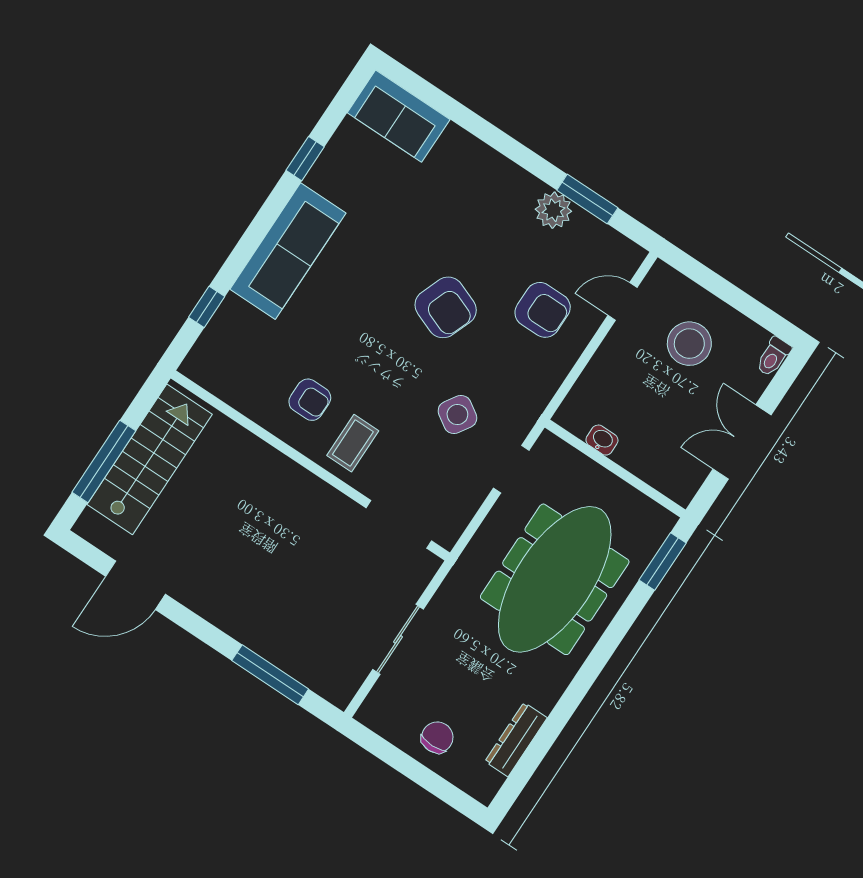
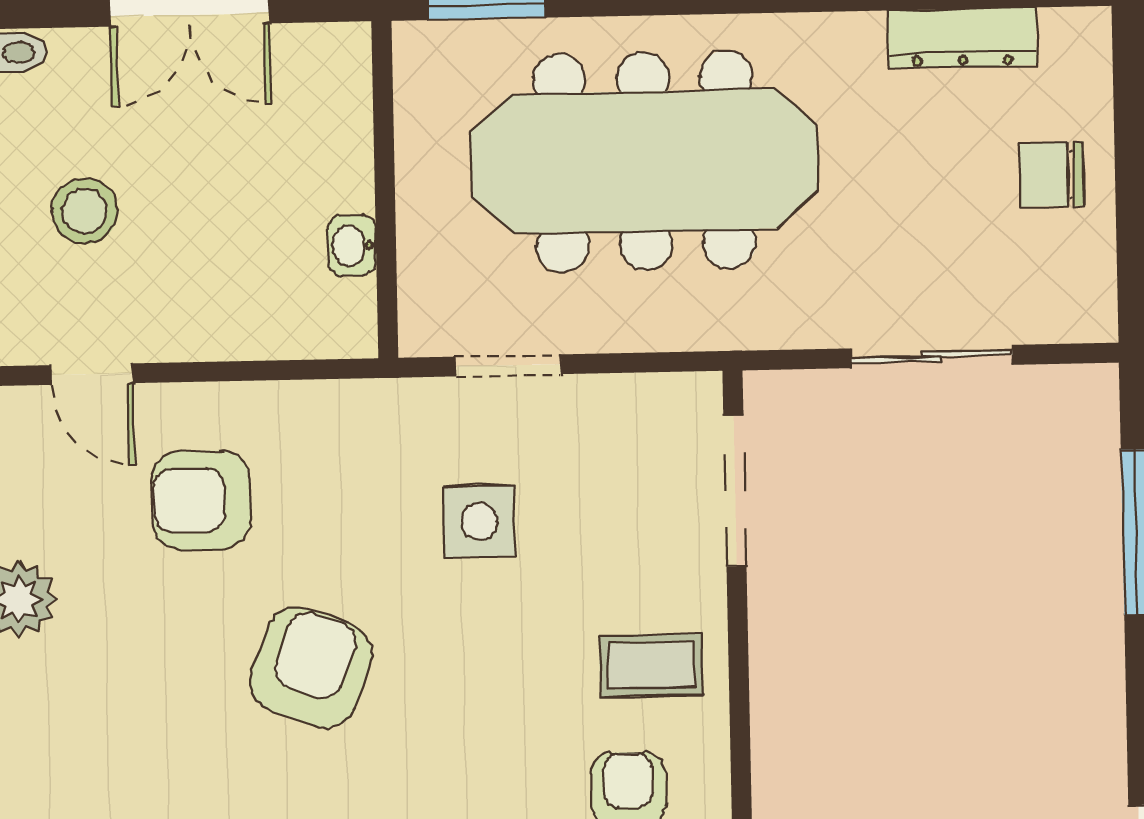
armchair: (543, 310) -> (201, 500), turned -90
stool: (689, 344) -> (85, 211), width x0.73, depth x0.73
side table: (457, 415) -> (479, 521), turned -33

